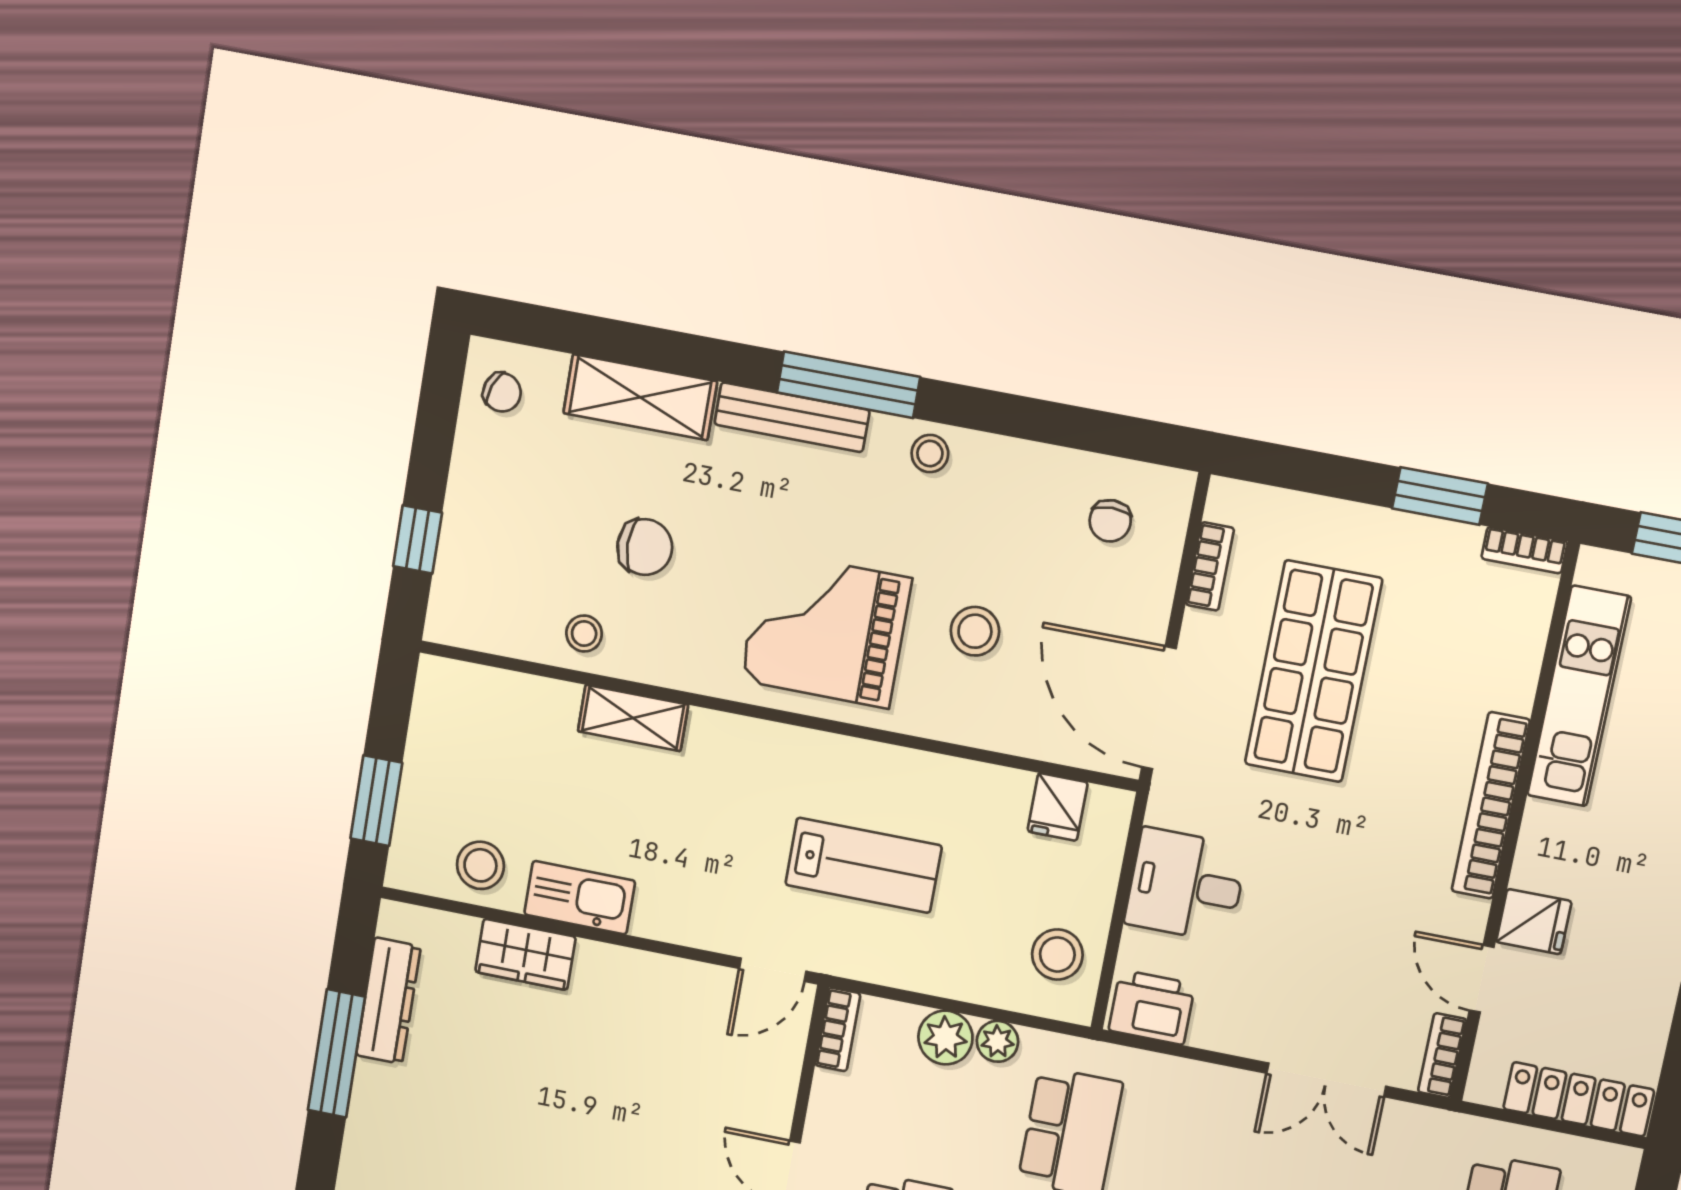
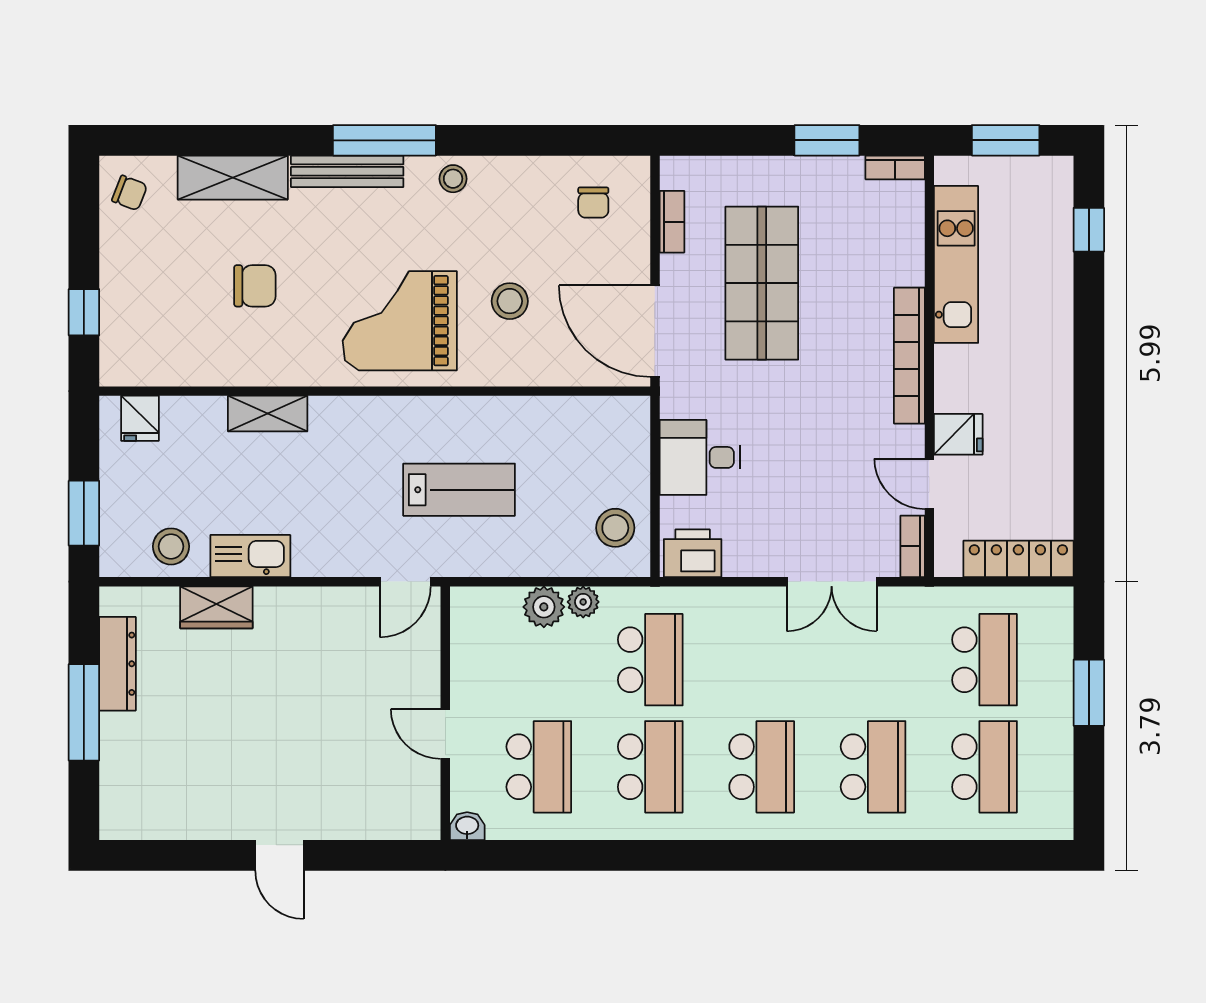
stool: (584, 634) -> (220, 358), removed
fridge: (1058, 807) -> (140, 418), moved
bookcase: (838, 1029) -> (462, 617), removed

